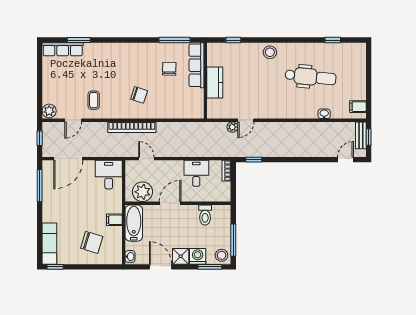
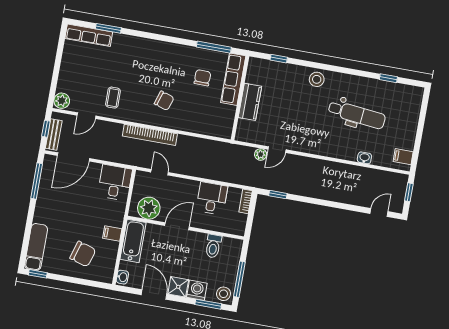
bench: (361, 135) -> (54, 134), moved

